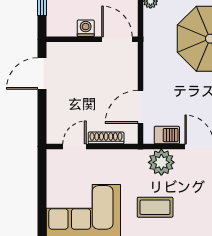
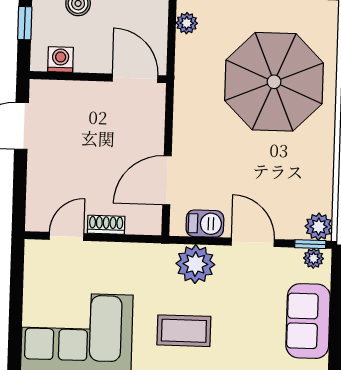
washing machine: (86, 28) -> (61, 60), moved
shoe rack: (106, 138) -> (106, 225), width x0.70

